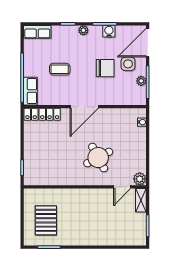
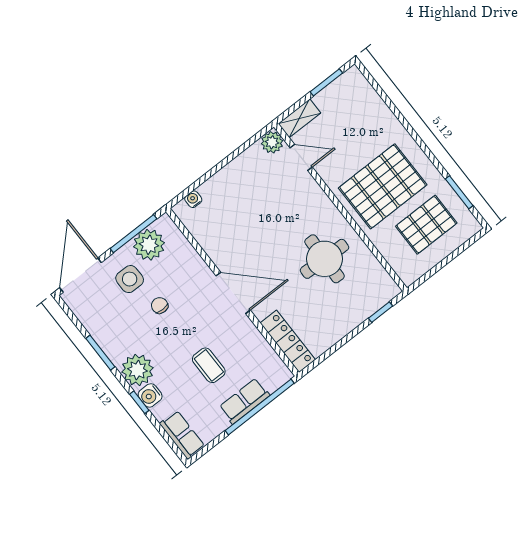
plant: (83, 30) -> (137, 370), width x1.88, depth x1.88
water cooler: (109, 31) -> (150, 395), moved
door: (148, 43) -> (80, 275), swing flipped
chair: (105, 68) -> (160, 305), width x0.54, depth x0.54
plant: (141, 81) -> (149, 245), width x1.88, depth x1.88
row of seats: (30, 91) -> (244, 401), moved
round table: (98, 158) -> (324, 259), moved, turned 30
pallet: (79, 214) -> (383, 186), added

